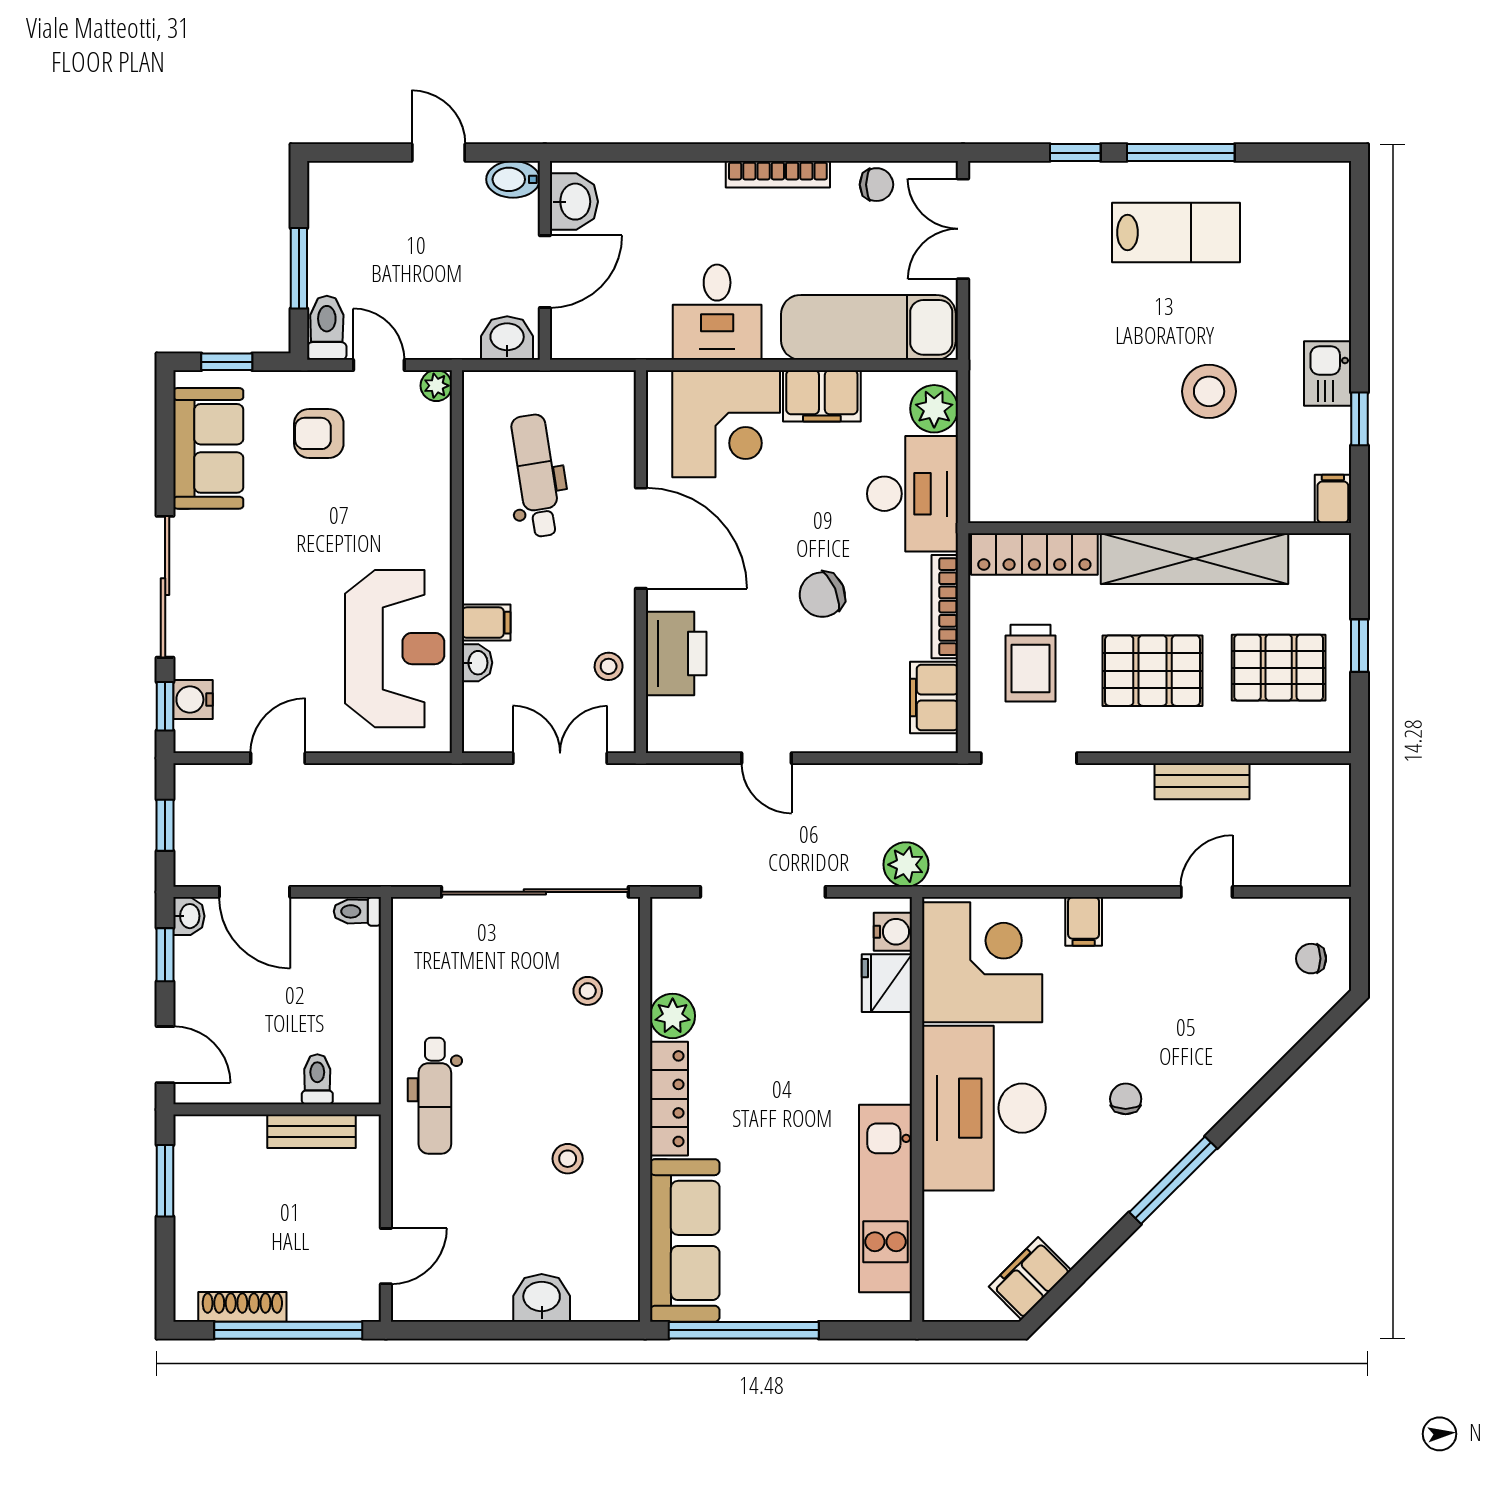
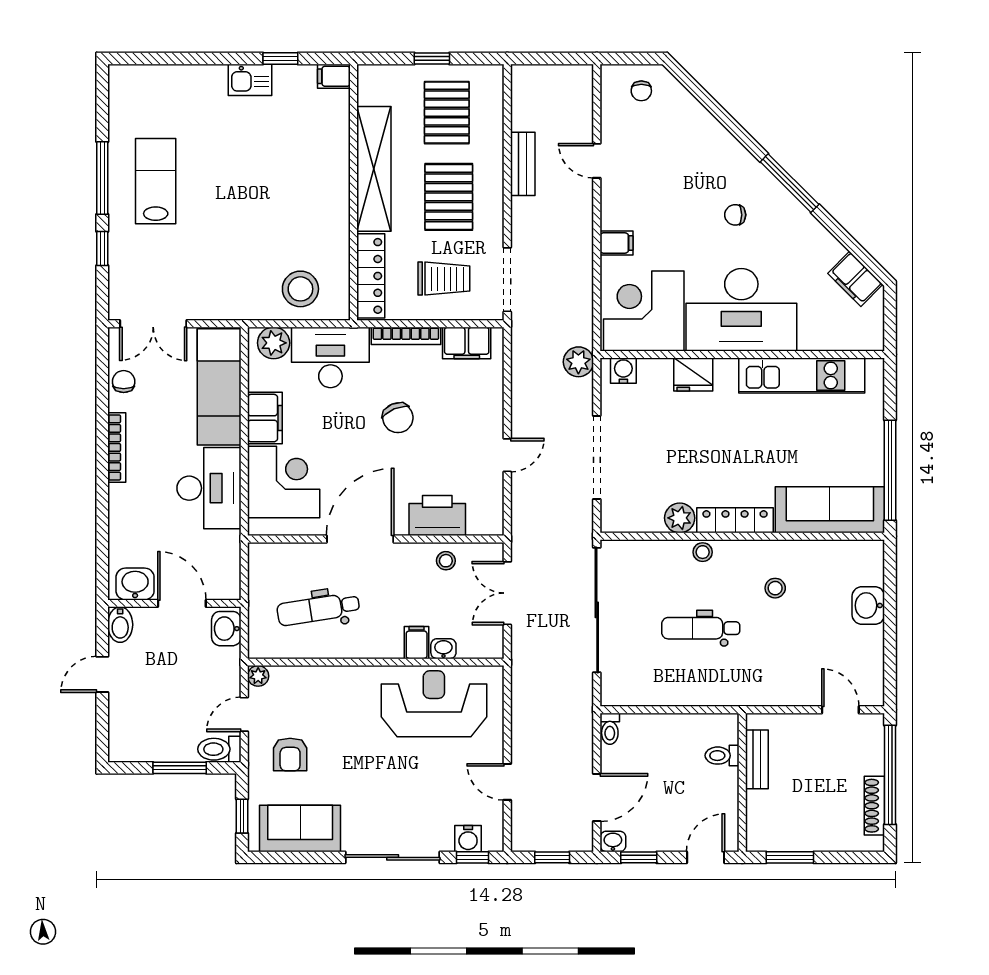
desk: (717, 312) -> (209, 488), width x1.37
stool: (1209, 391) -> (300, 289), moved
fridge: (887, 983) -> (693, 375), moved
stool: (588, 991) -> (703, 552), moved
dental chair: (435, 1096) -> (701, 628), moved, turned 180

